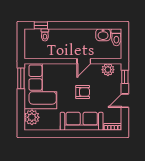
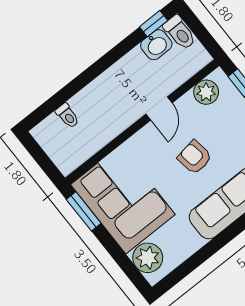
window: (41, 25) -> (154, 24), moved
armchair: (83, 92) -> (195, 157), turned -99

